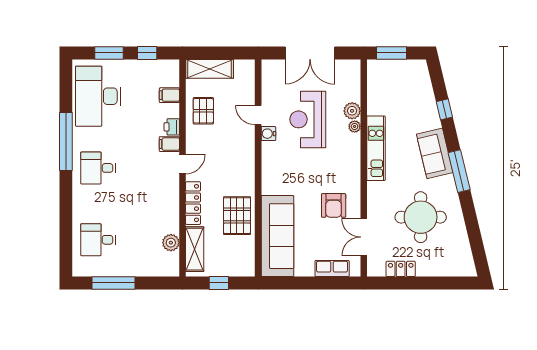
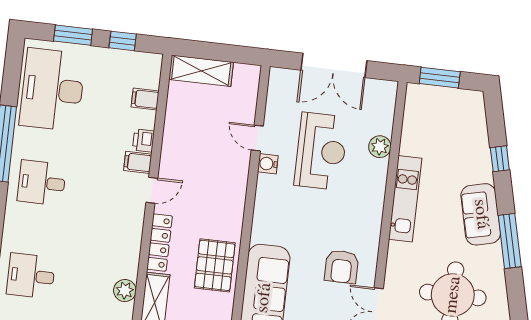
pallet: (203, 111) -> (187, 124), removed
reception desk: (308, 119) -> (321, 151), turned 180
plant: (355, 126) -> (381, 167), removed

